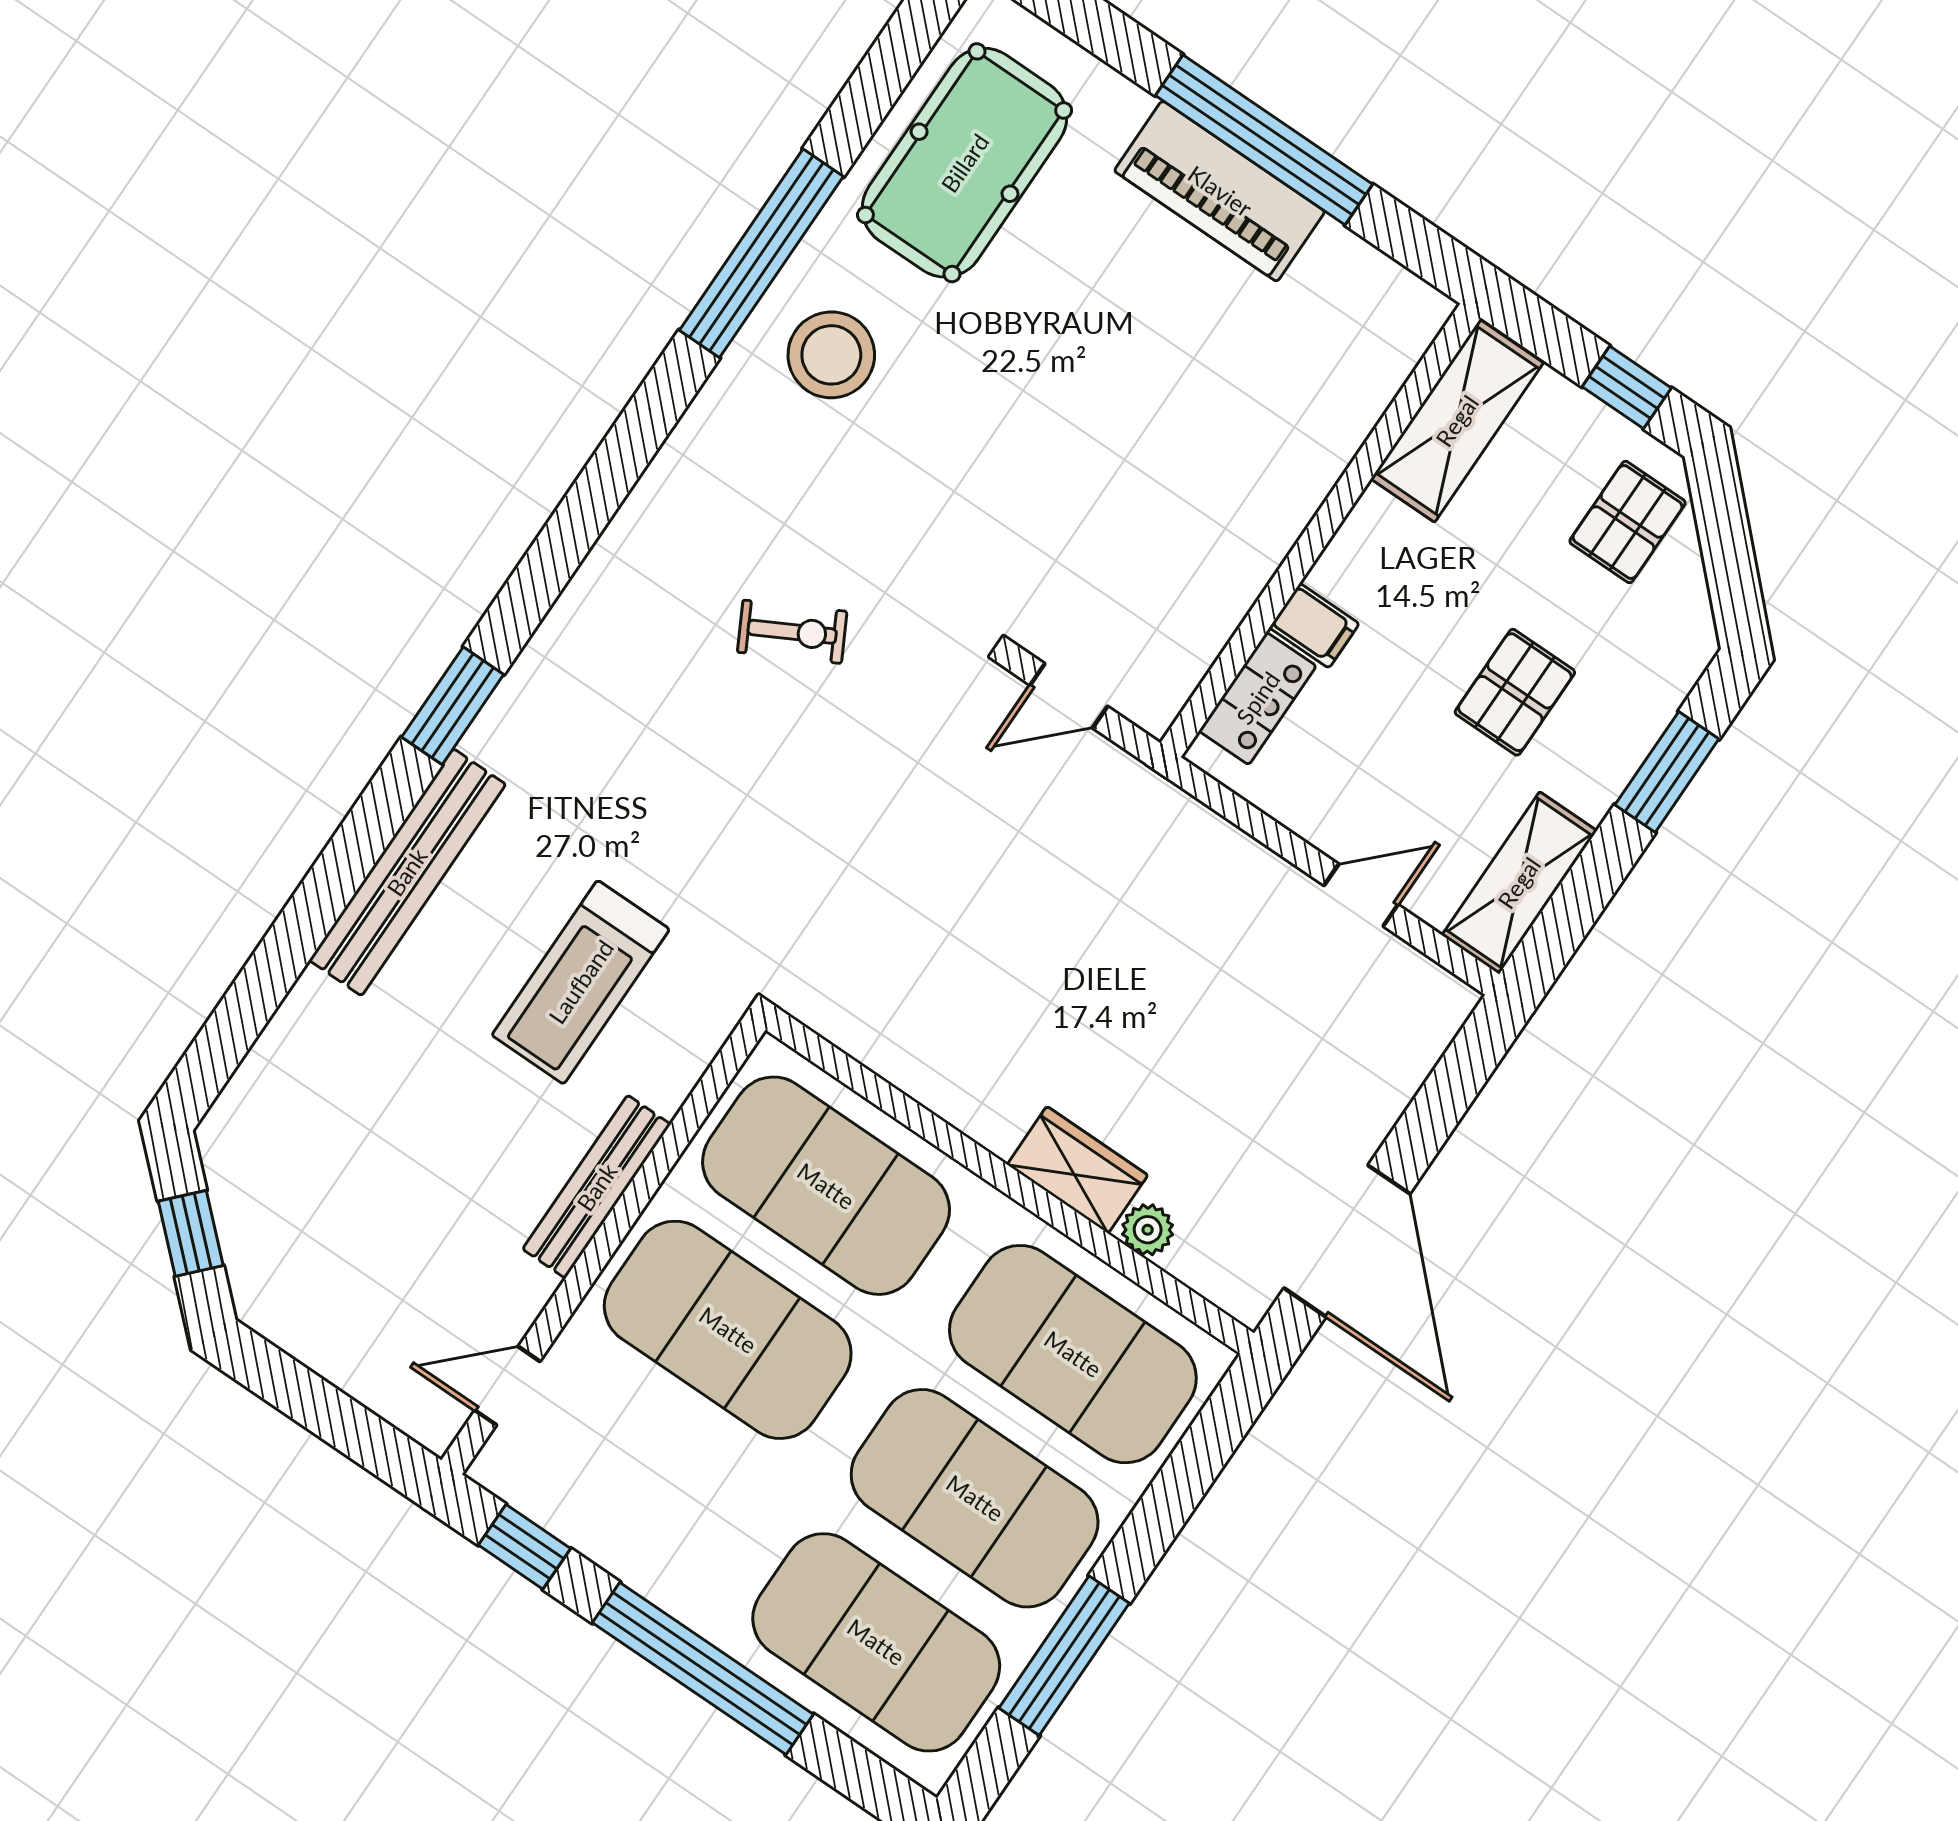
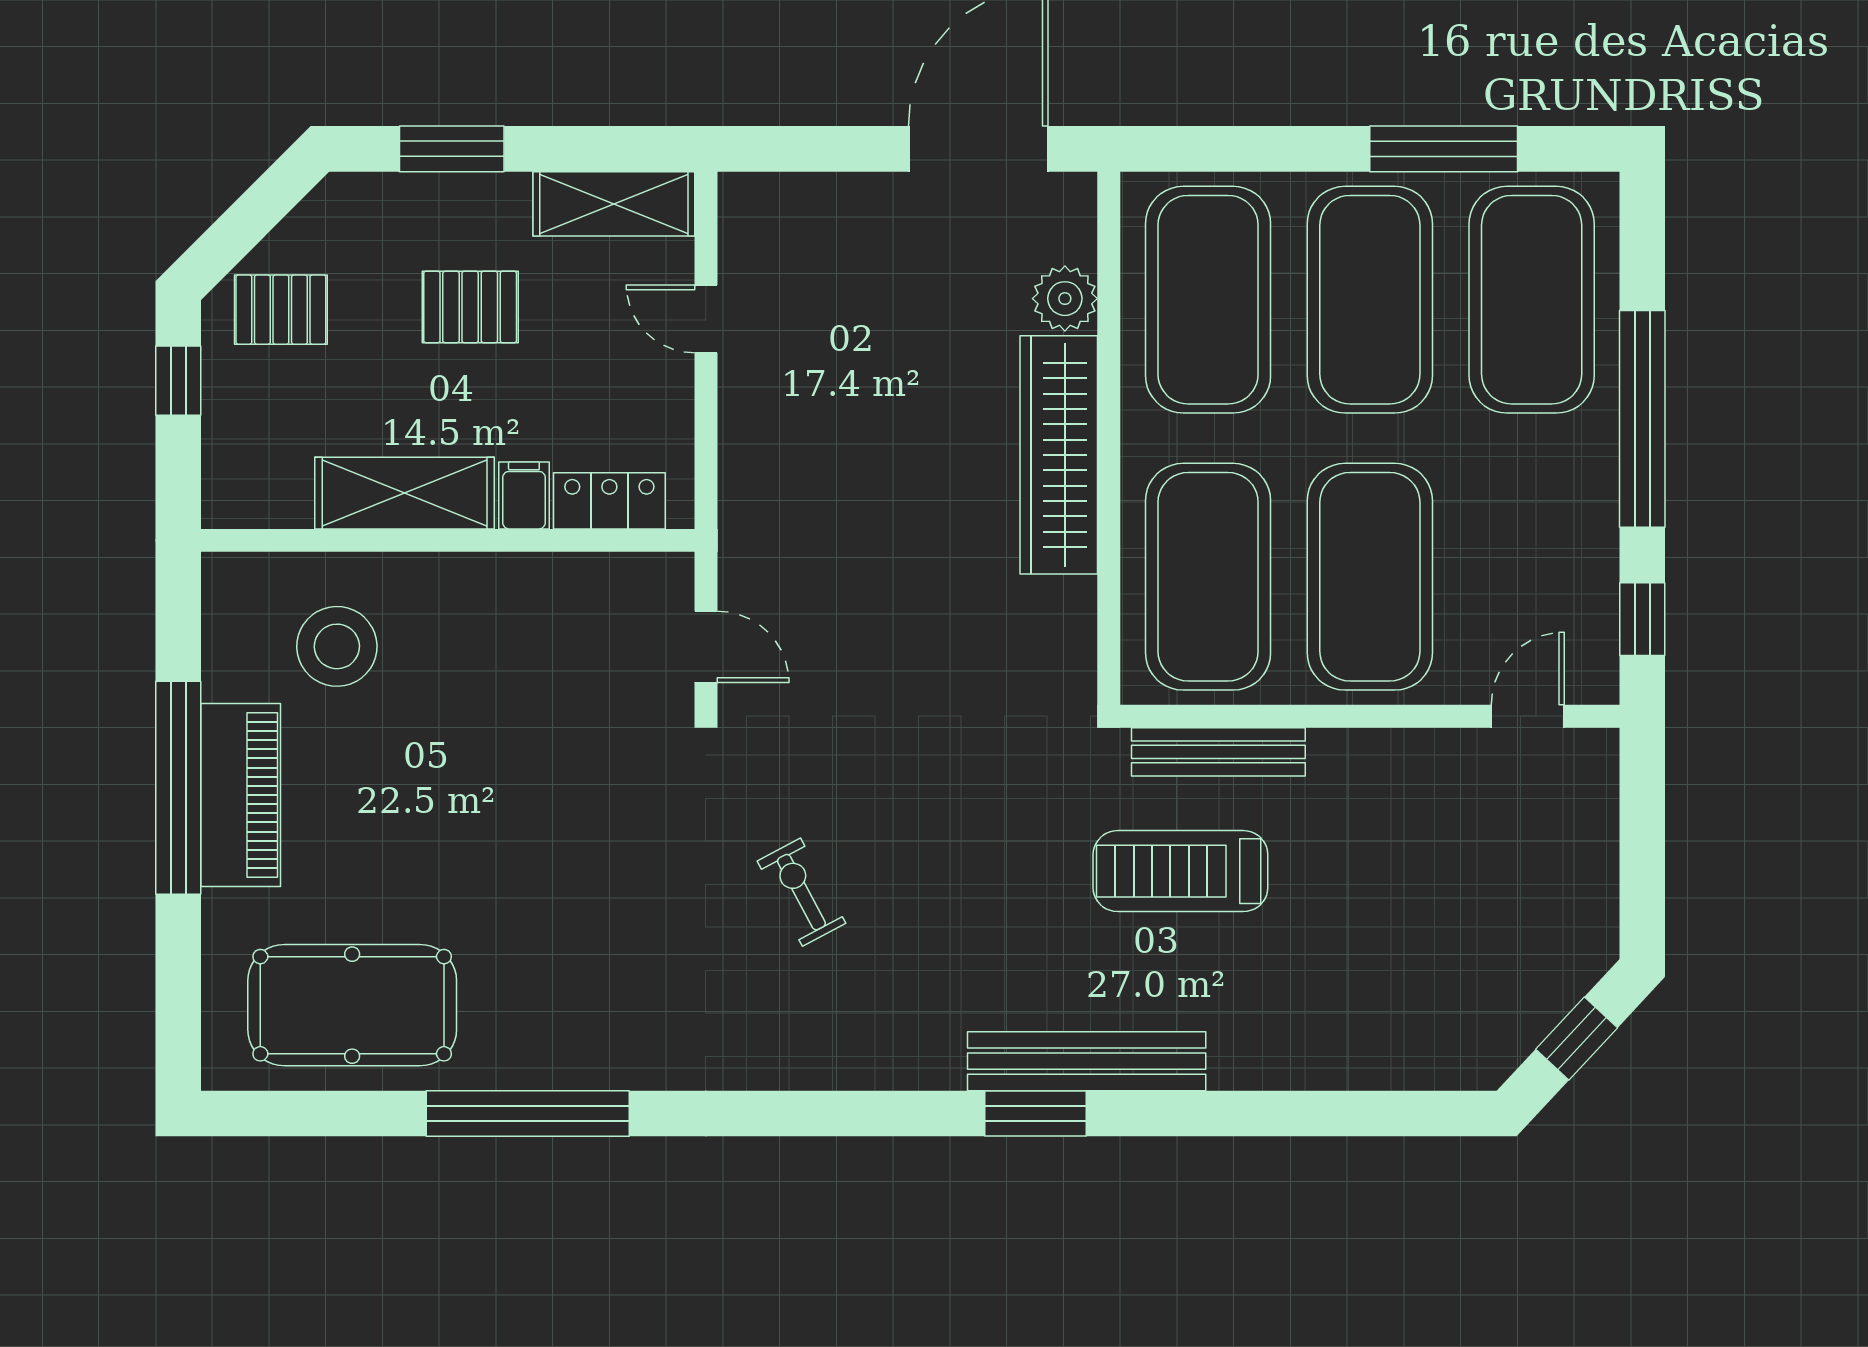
stool: (831, 355) -> (337, 646), moved
shelving: (1457, 421) -> (405, 493), moved
bench: (407, 872) -> (1087, 1061), moved
treadmill: (581, 982) -> (1180, 871), turned 180
wardrobe: (1077, 1170) -> (1059, 455), width x2.10, depth x1.17
bench: (597, 1187) -> (1218, 752), moved
plant: (1148, 1230) -> (1065, 299), width x1.38, depth x1.38
door: (507, 1386) -> (1528, 716), swing flipped

